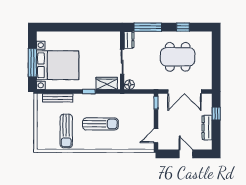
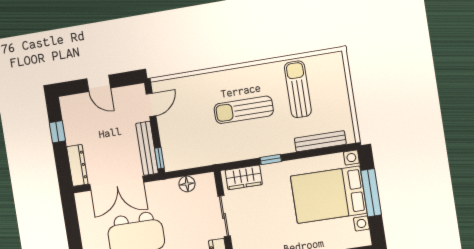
floor lamp: (129, 85) -> (187, 184), moved
double door: (185, 92) -> (117, 183), swing flipped
bench: (163, 110) -> (147, 148), added
window: (216, 114) -> (57, 132), moved
dresser: (207, 128) -> (77, 165), moved

